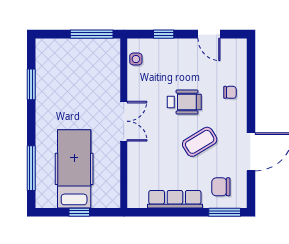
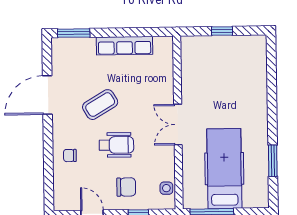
wheelchair: (184, 102) -> (116, 145), turned 180
window: (31, 168) -> (272, 75), removed
hospital bed: (74, 169) -> (224, 169), moved, turned 180
chair: (221, 187) -> (126, 187), moved

